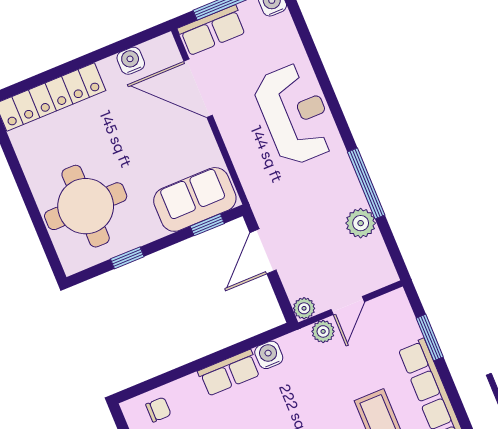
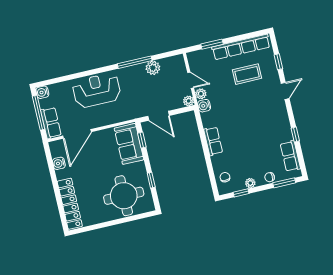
water cooler: (269, 355) -> (204, 106), moved

